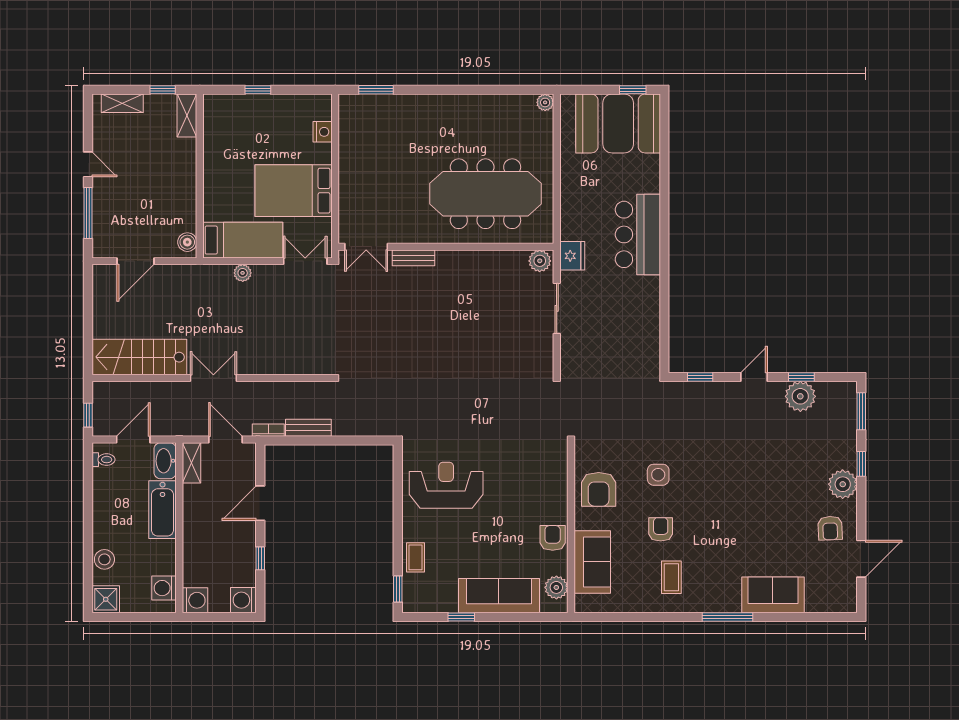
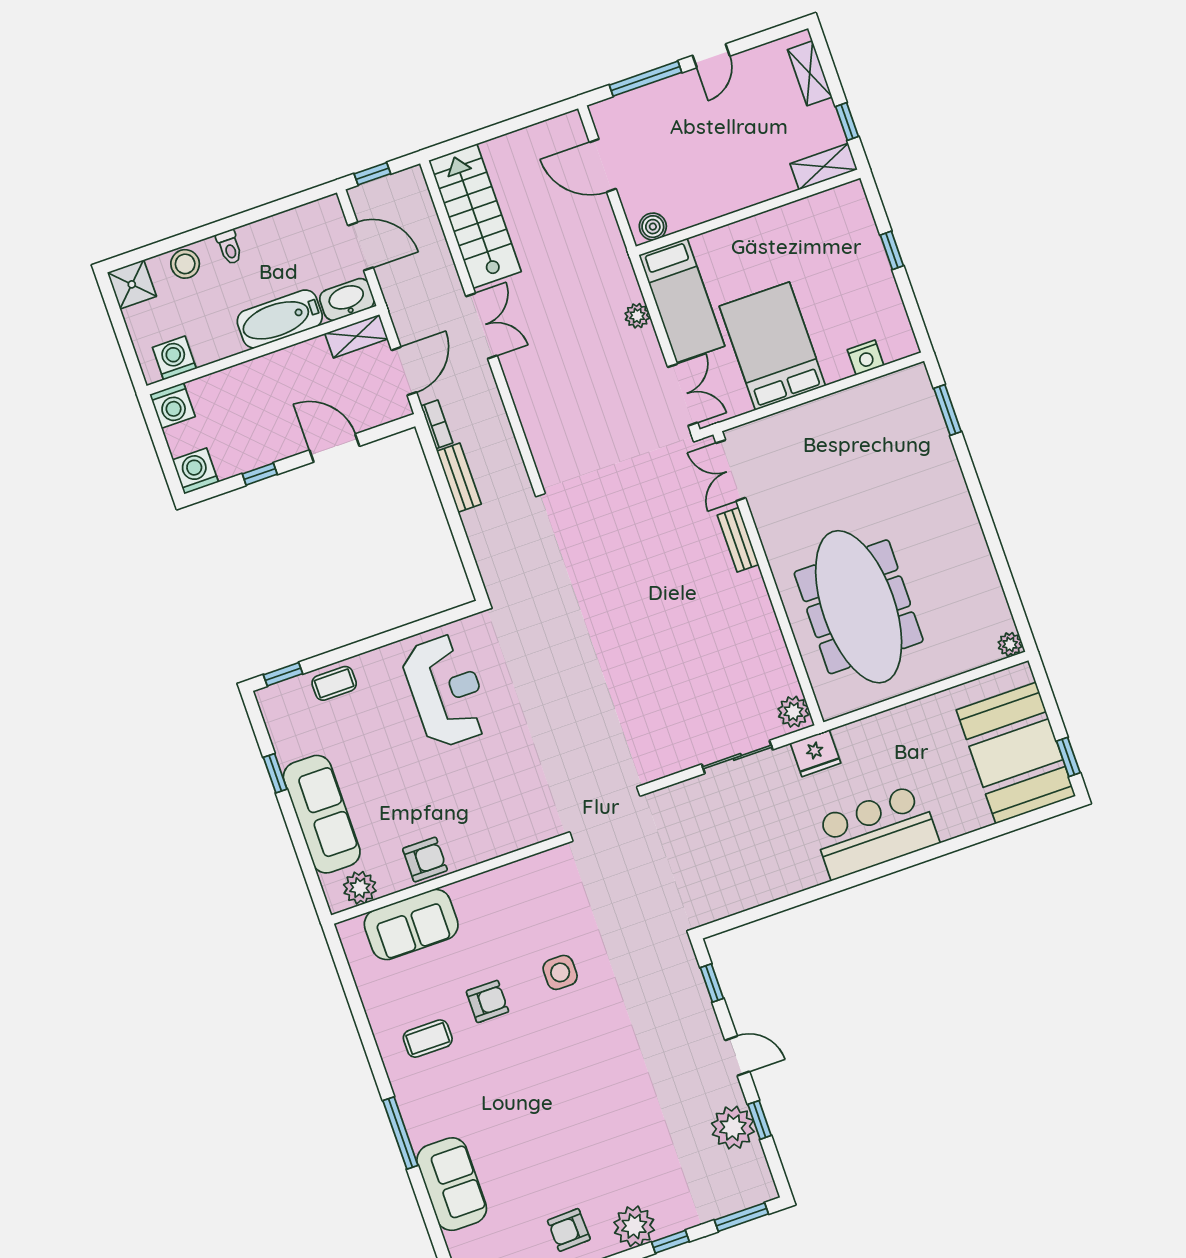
toilet: (103, 460) -> (229, 247), moved
armchair: (599, 489) -> (512, 899), removed

